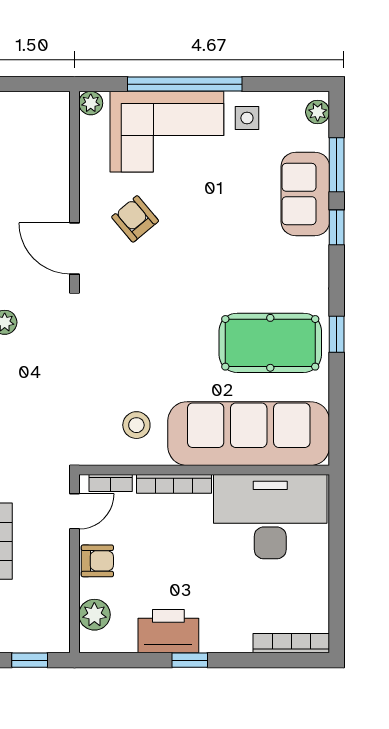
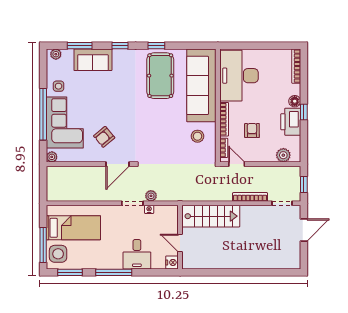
window: (337, 227) -> (120, 46), moved
armchair: (97, 561) -> (252, 131), moved
floor lamp: (214, 640) -> (295, 101), added

